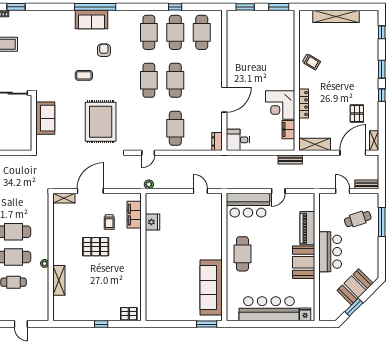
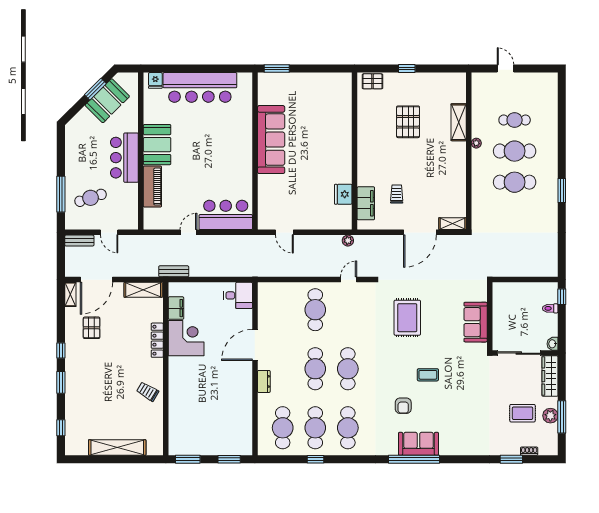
rug: (101, 122) -> (407, 318), width x0.73, depth x0.69
dresser: (217, 142) -> (264, 381), moved
pallet: (96, 247) -> (408, 122), moved, turned 90
cafe table: (242, 254) -> (233, 155), removed
booth: (355, 287) -> (107, 101), moved
sofa: (211, 288) -> (271, 140), moved

